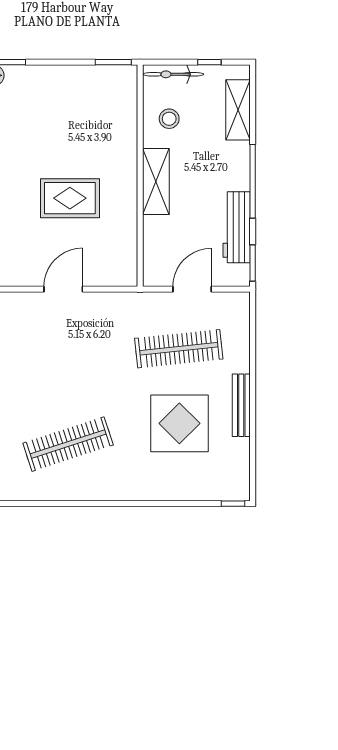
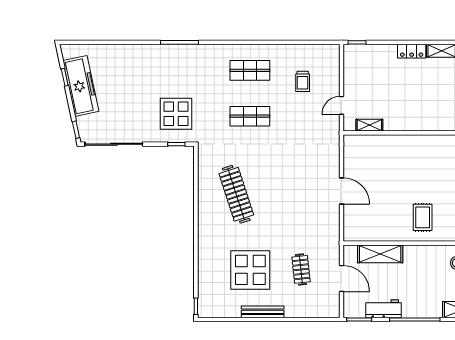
shelving: (156, 181) -> (380, 254), moved
rug: (70, 198) -> (423, 217), moved, width x0.73, depth x0.70
workbench: (237, 227) -> (383, 309), width x0.73
clothes rail: (179, 349) -> (301, 269), width x0.54, depth x0.76

